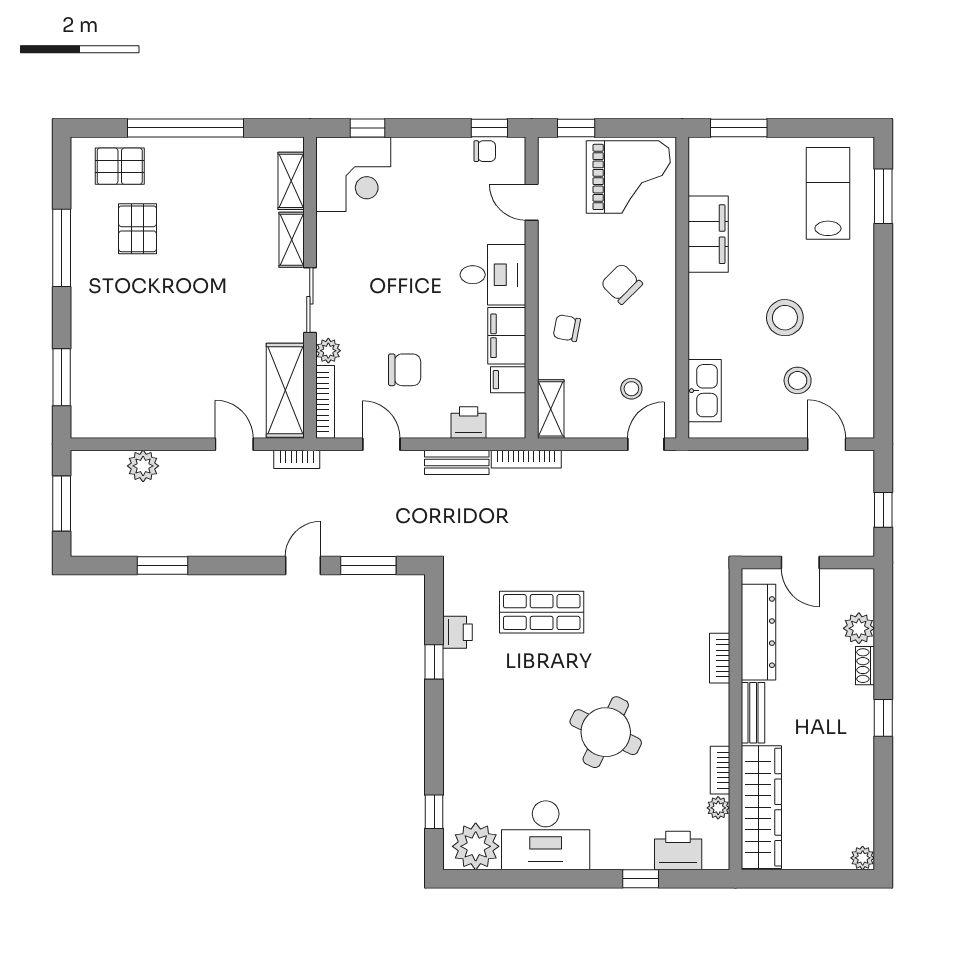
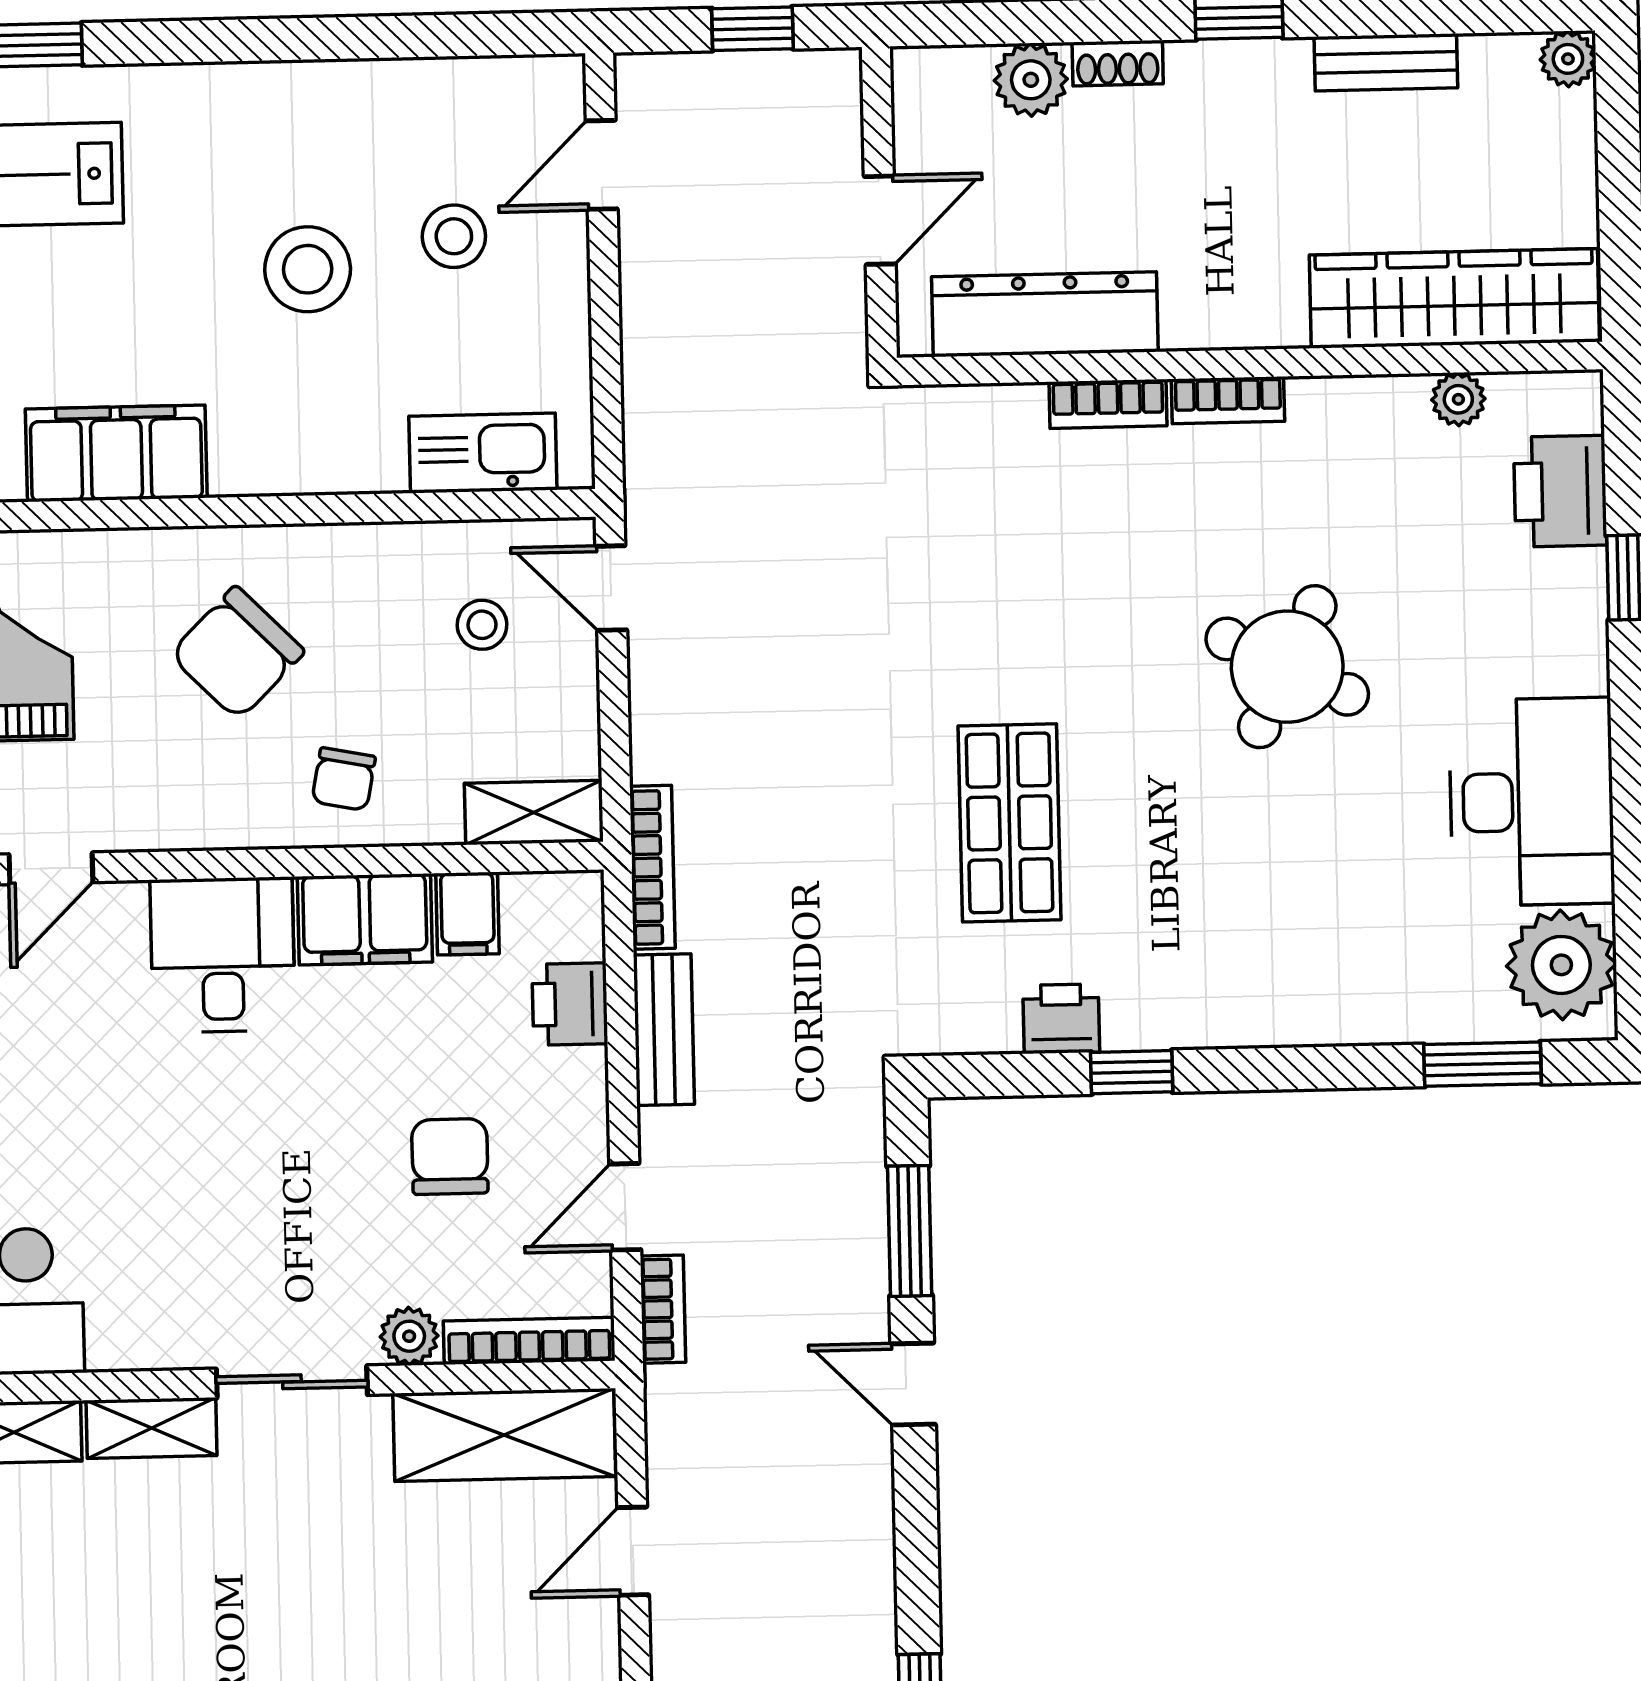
chair: (622, 284) -> (237, 653), width x1.37, depth x1.37
bookcase: (297, 459) -> (663, 1309), moved
bench: (753, 713) -> (1386, 62), moved
bookcase: (720, 770) -> (1228, 400), moved
window: (434, 812) -> (1482, 1064), width x1.50

